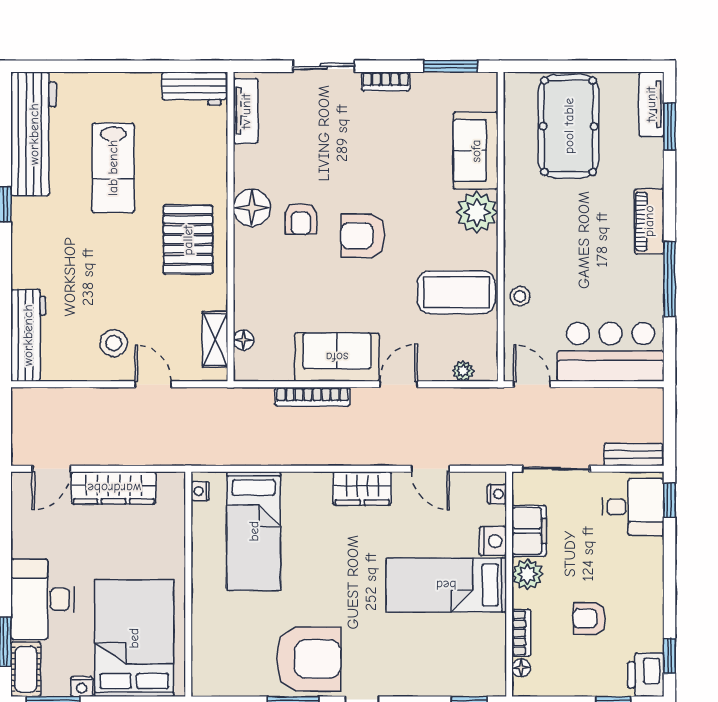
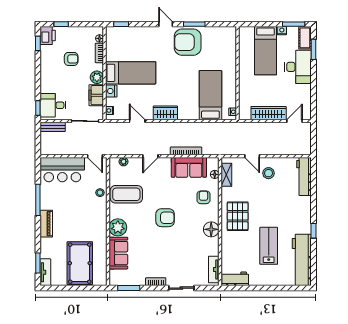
armchair: (301, 219) -> (203, 197), moved
sofa: (337, 357) -> (189, 167), moved
bed: (134, 638) -> (265, 51), width x0.67

